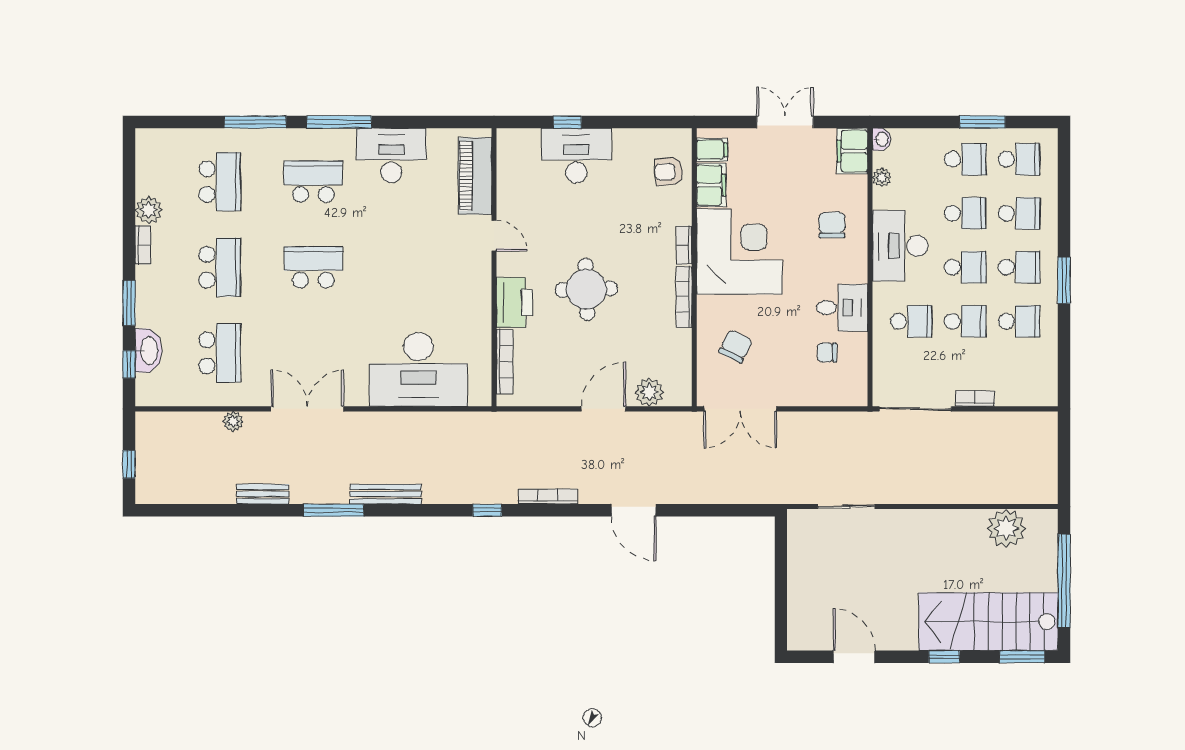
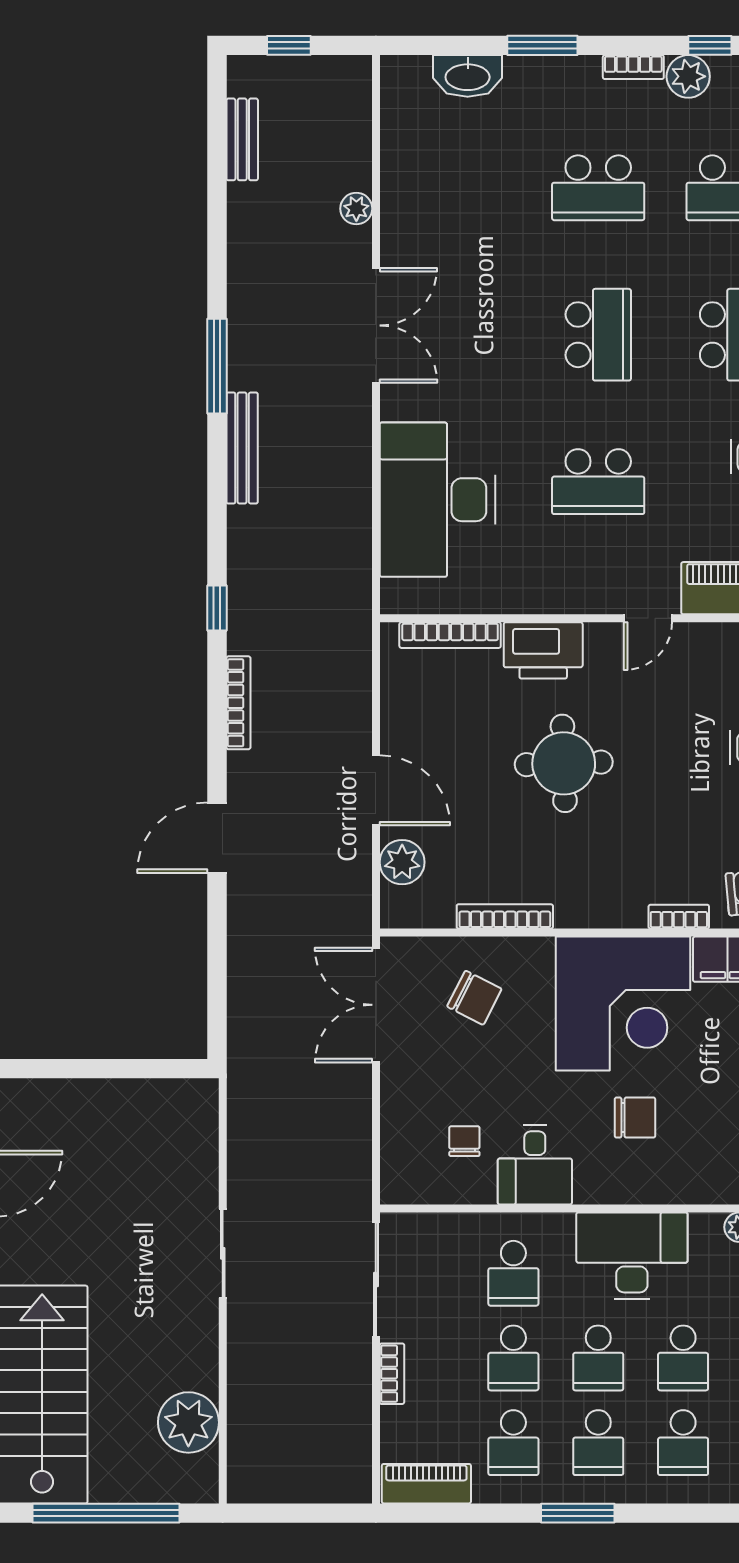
chair: (832, 225) -> (635, 1118), moved
bookcase: (684, 245) -> (679, 917), moved
bookcase: (684, 297) -> (505, 916), moved
school desk: (220, 353) -> (598, 482), moved
window: (129, 364) -> (710, 45), moved
piano: (1045, 377) -> (426, 1484), added
bench: (263, 494) -> (242, 139), moved
sliding door: (846, 507) -> (223, 1253), moved

